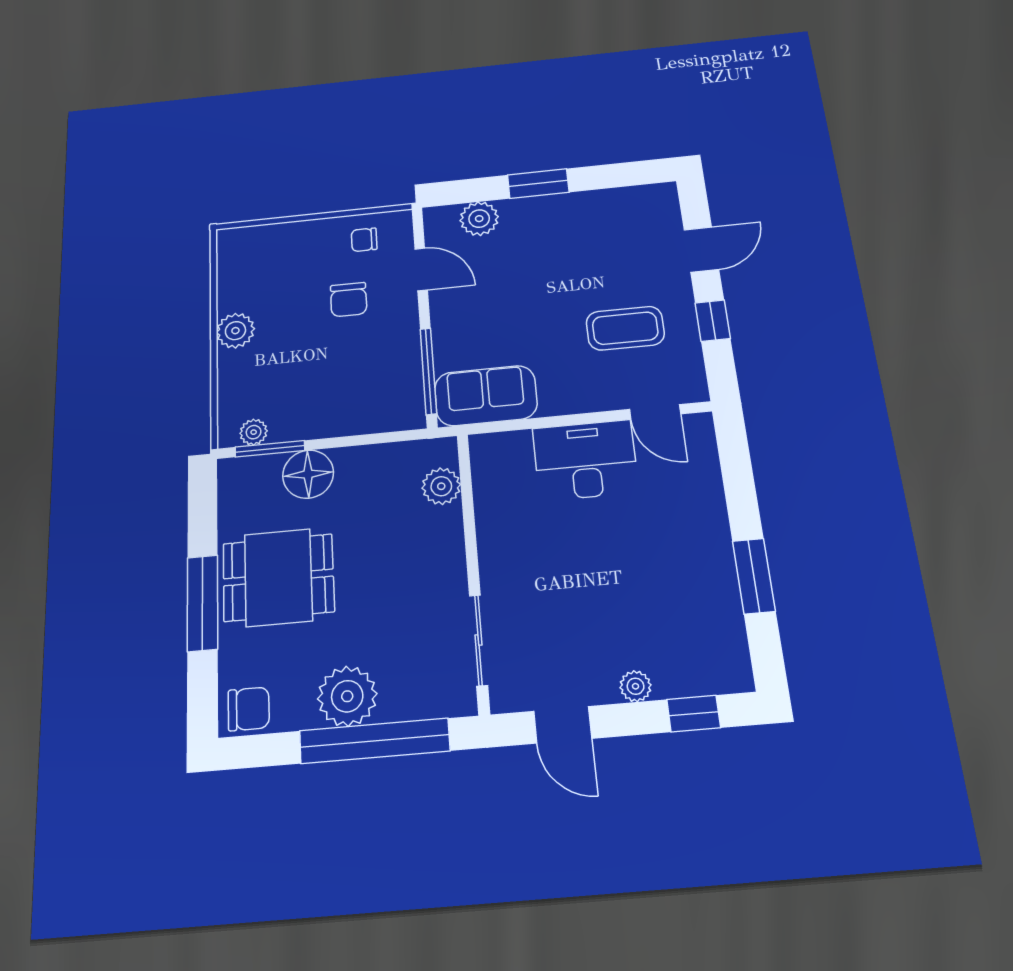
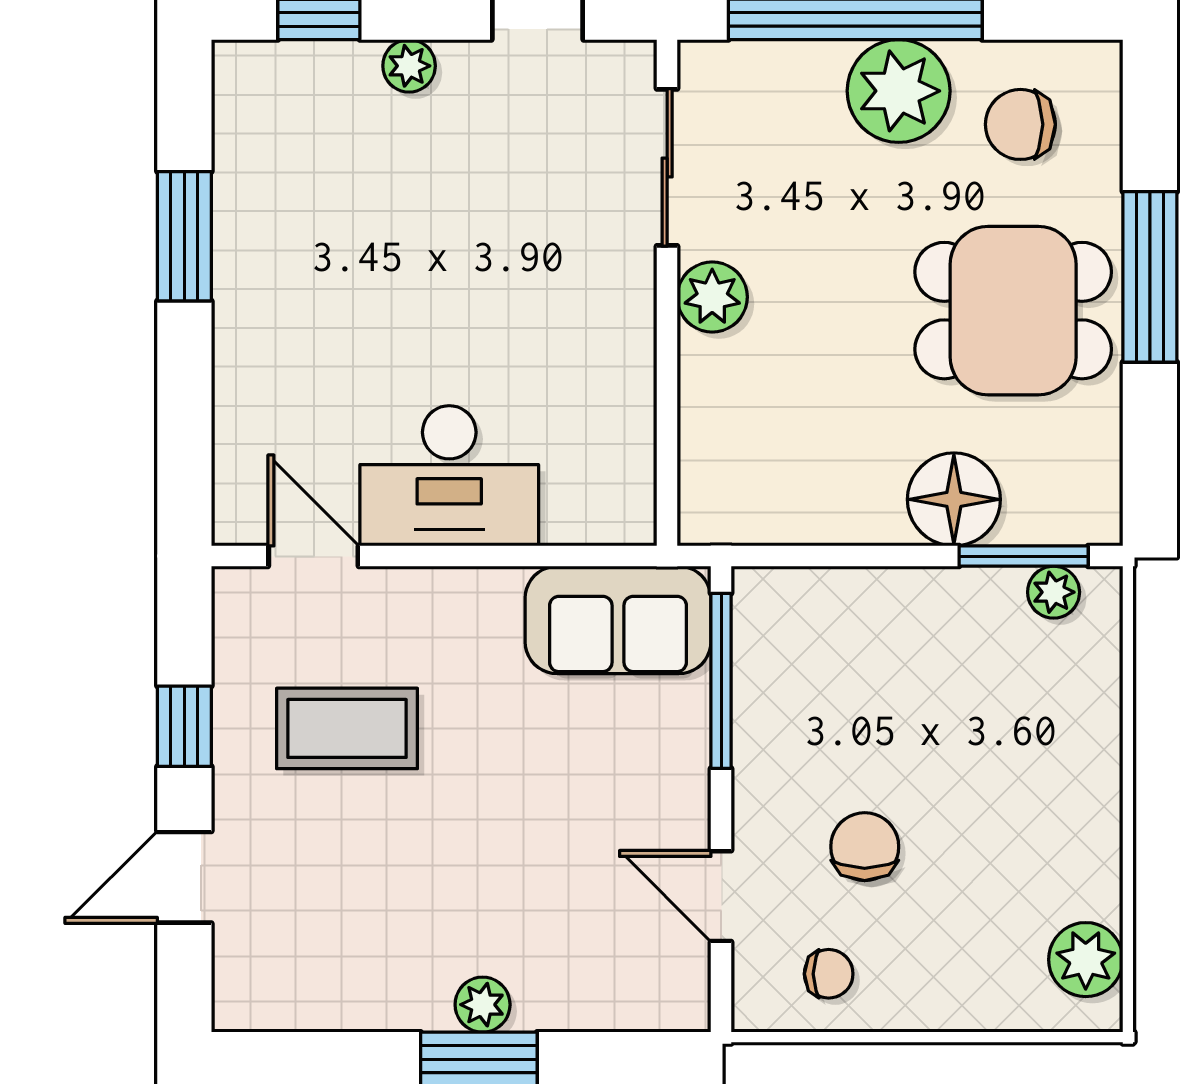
plant: (479, 219) -> (483, 1005), moved, width x0.73, depth x0.73
plant: (235, 331) -> (1086, 960), moved
plant: (441, 486) -> (712, 297), moved
chair: (249, 709) -> (1020, 124), moved

